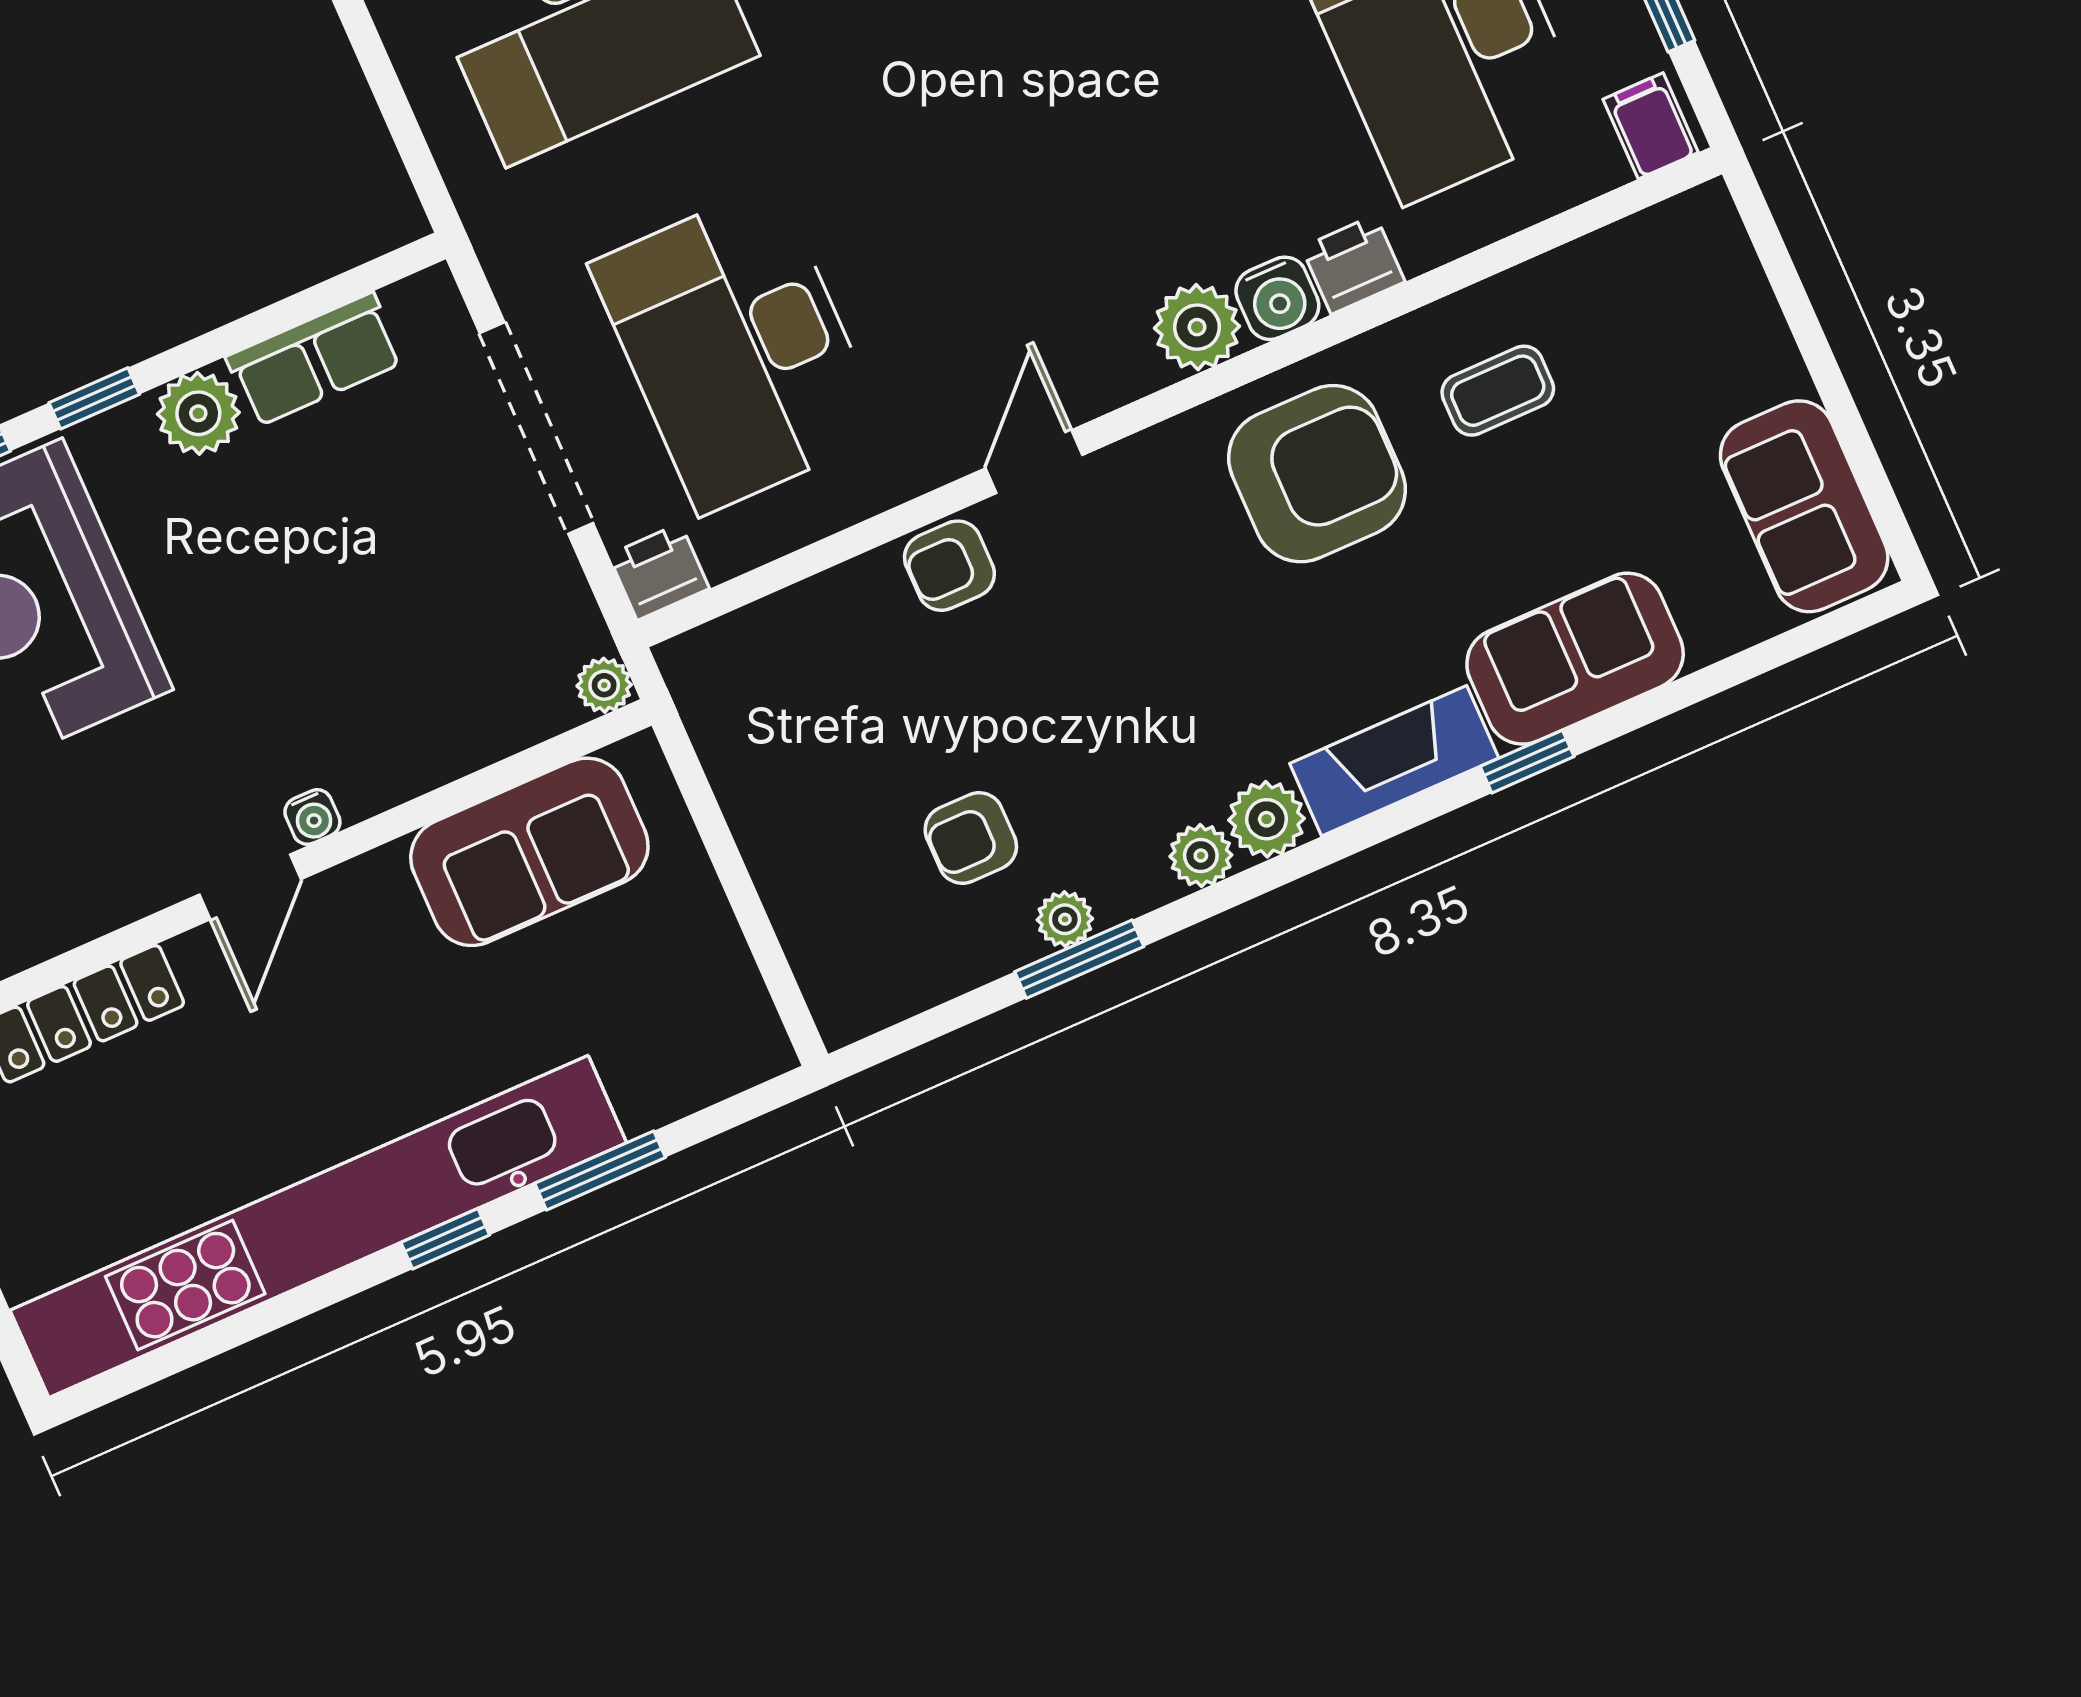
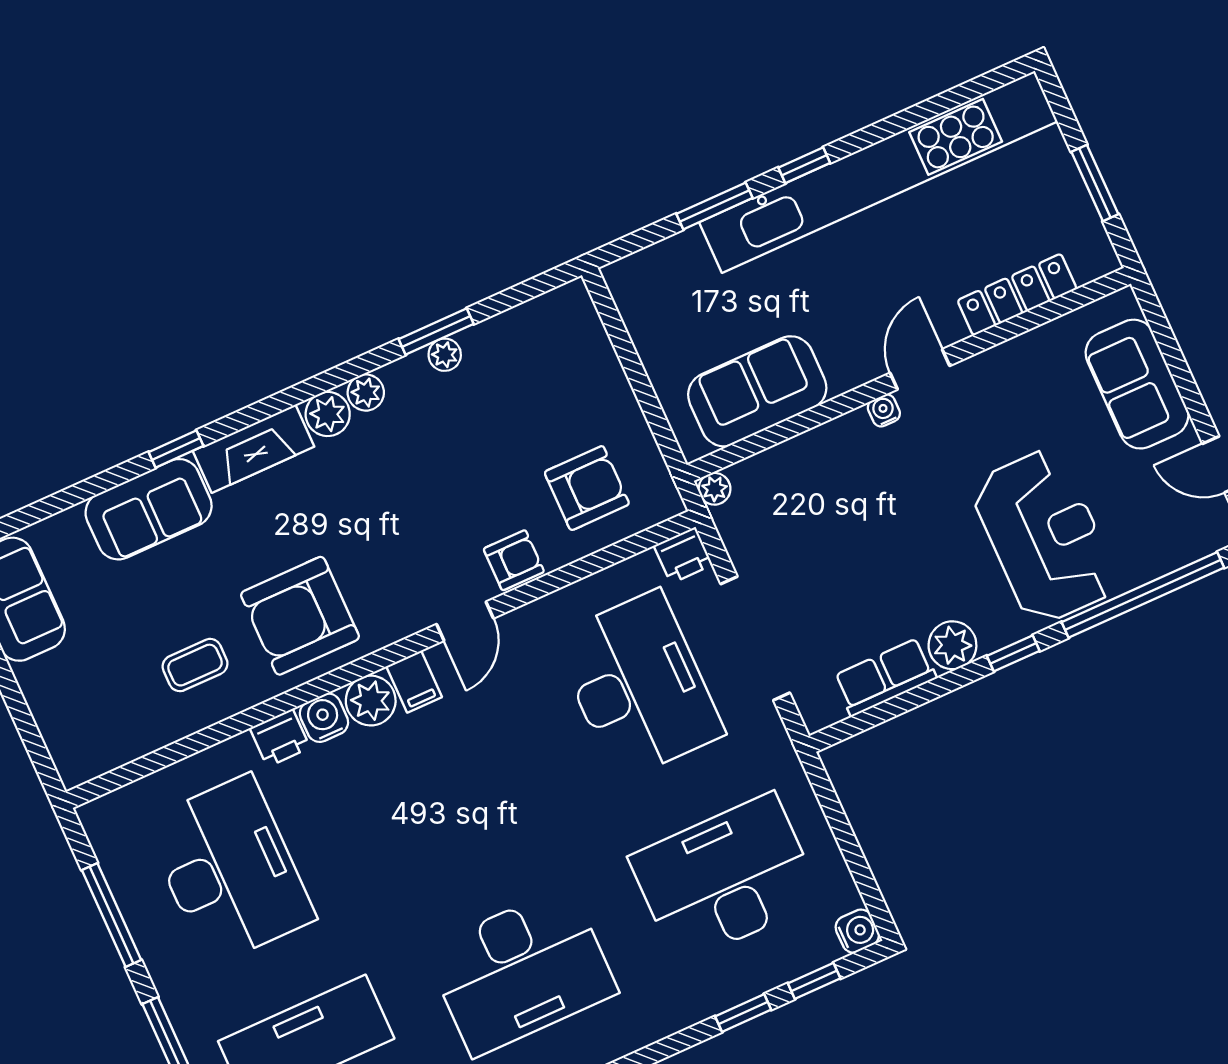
filing cabinet: (1651, 126) -> (414, 682), moved
armchair: (971, 838) -> (587, 488), moved, width x1.38, depth x1.38

